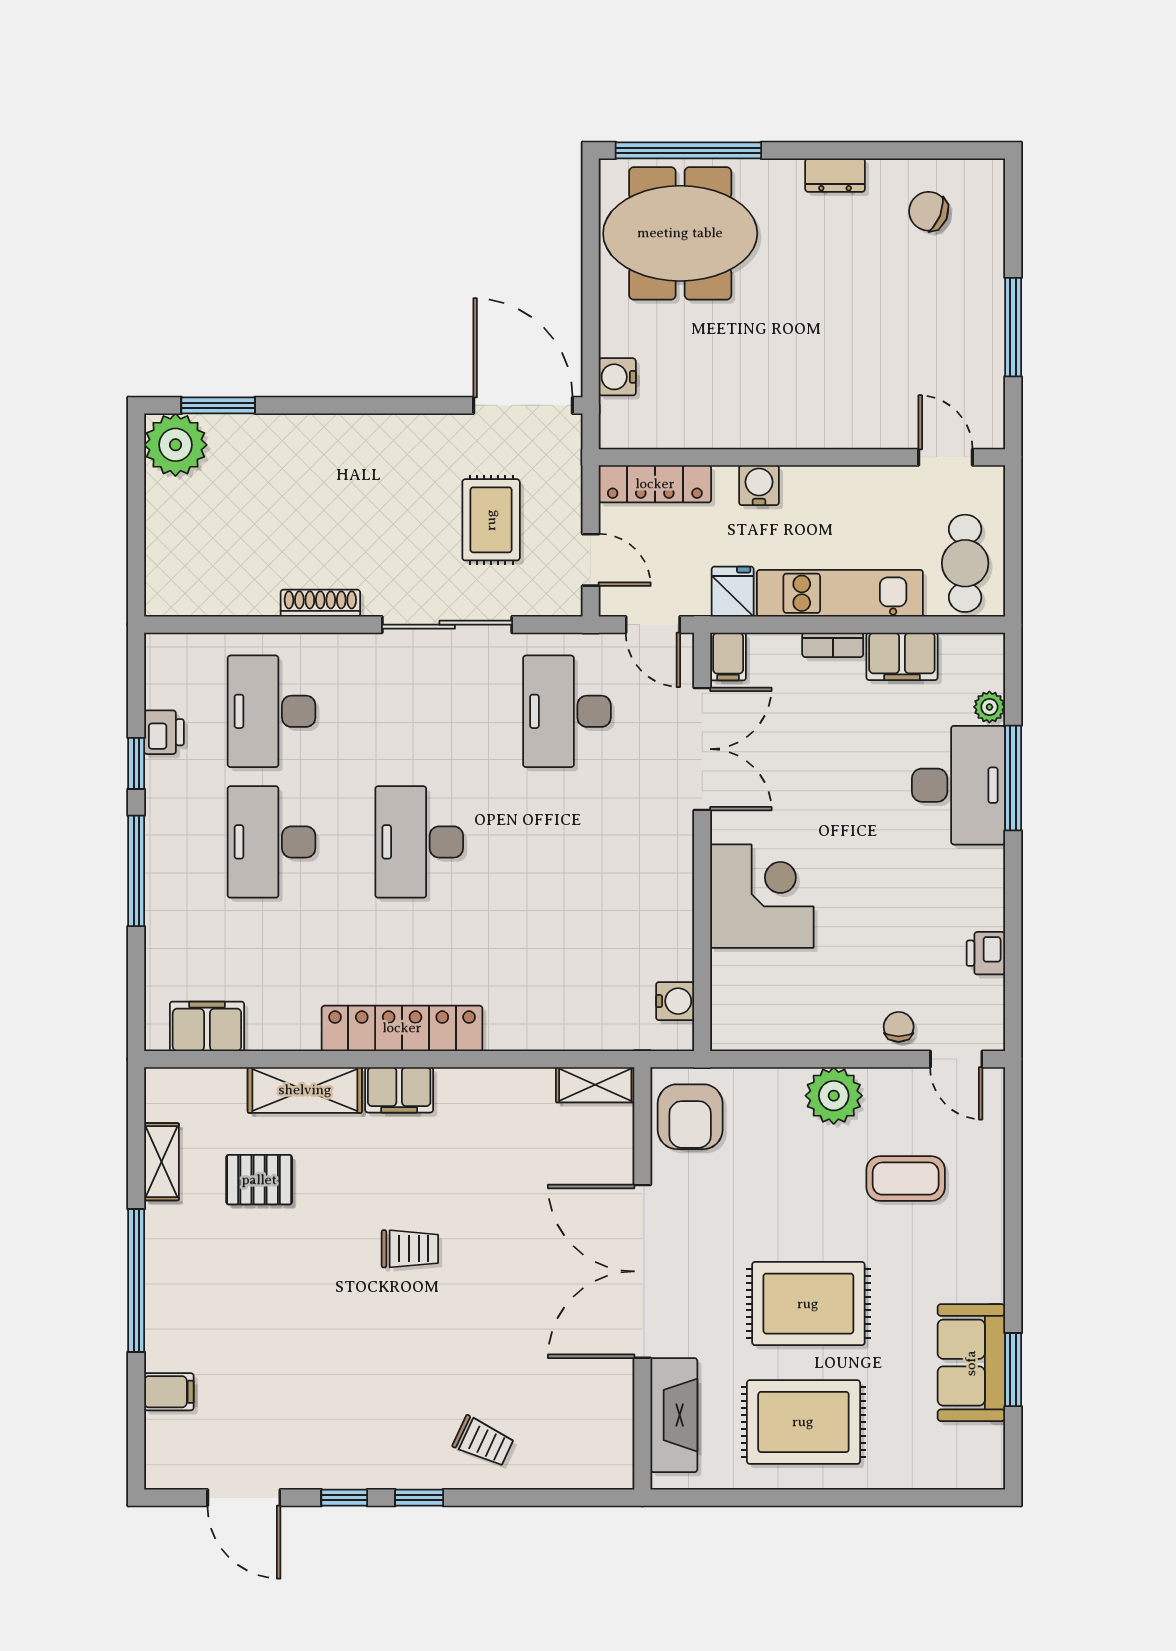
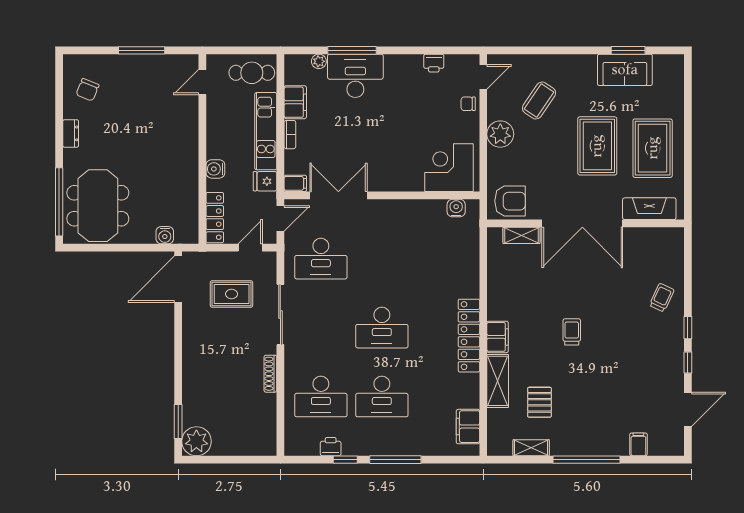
corner desk: (762, 896) -> (449, 168), moved
shelving: (595, 1085) -> (521, 235), moved, turned 90
coffee table: (906, 1179) -> (539, 101), turned 34

